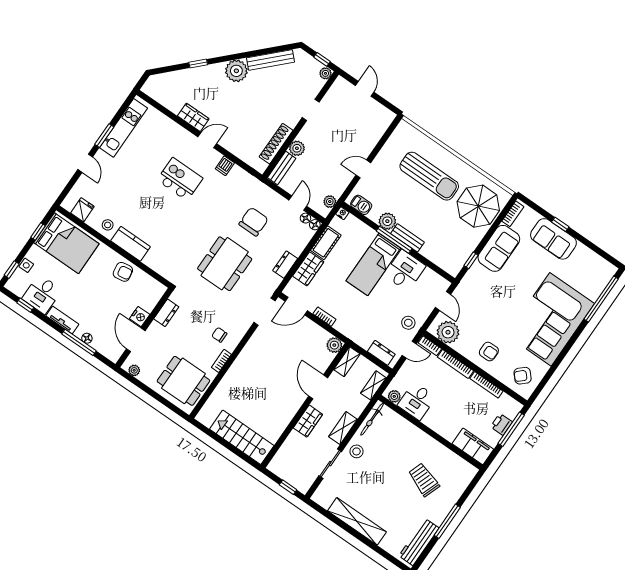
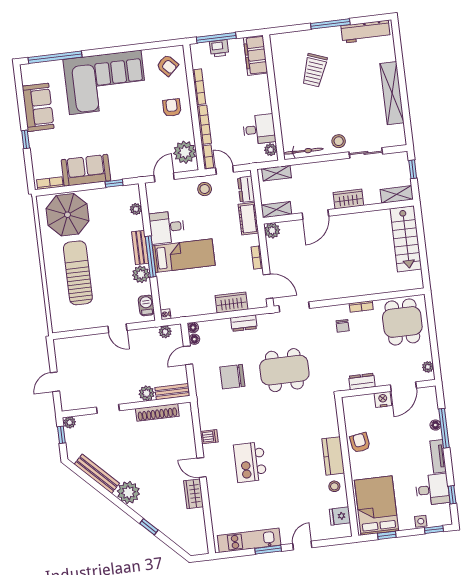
sofa: (553, 239) -> (38, 107), moved
cot: (326, 243) -> (248, 219), moved, turned 90
plant: (438, 260) -> (136, 209), added
shelving: (343, 428) -> (397, 194), moved

